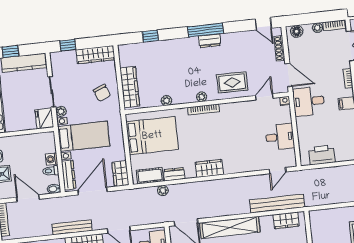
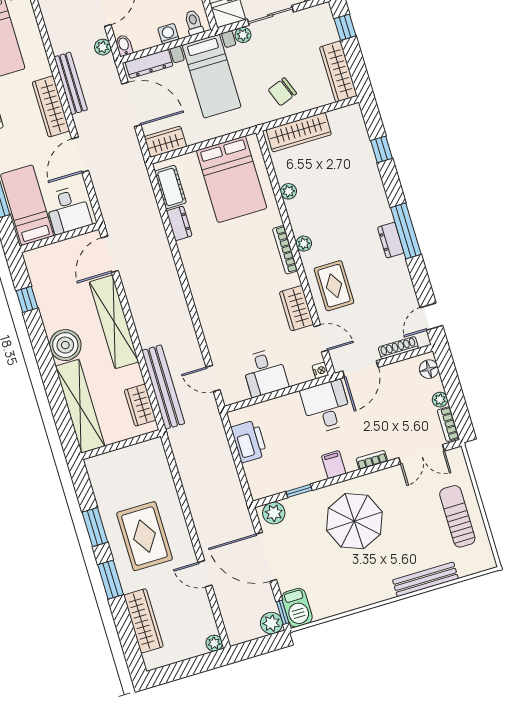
wardrobe: (209, 168) -> (296, 308), moved, turned 180
toilet: (51, 171) -> (194, 23), moved
plant: (163, 190) -> (103, 47), moved

